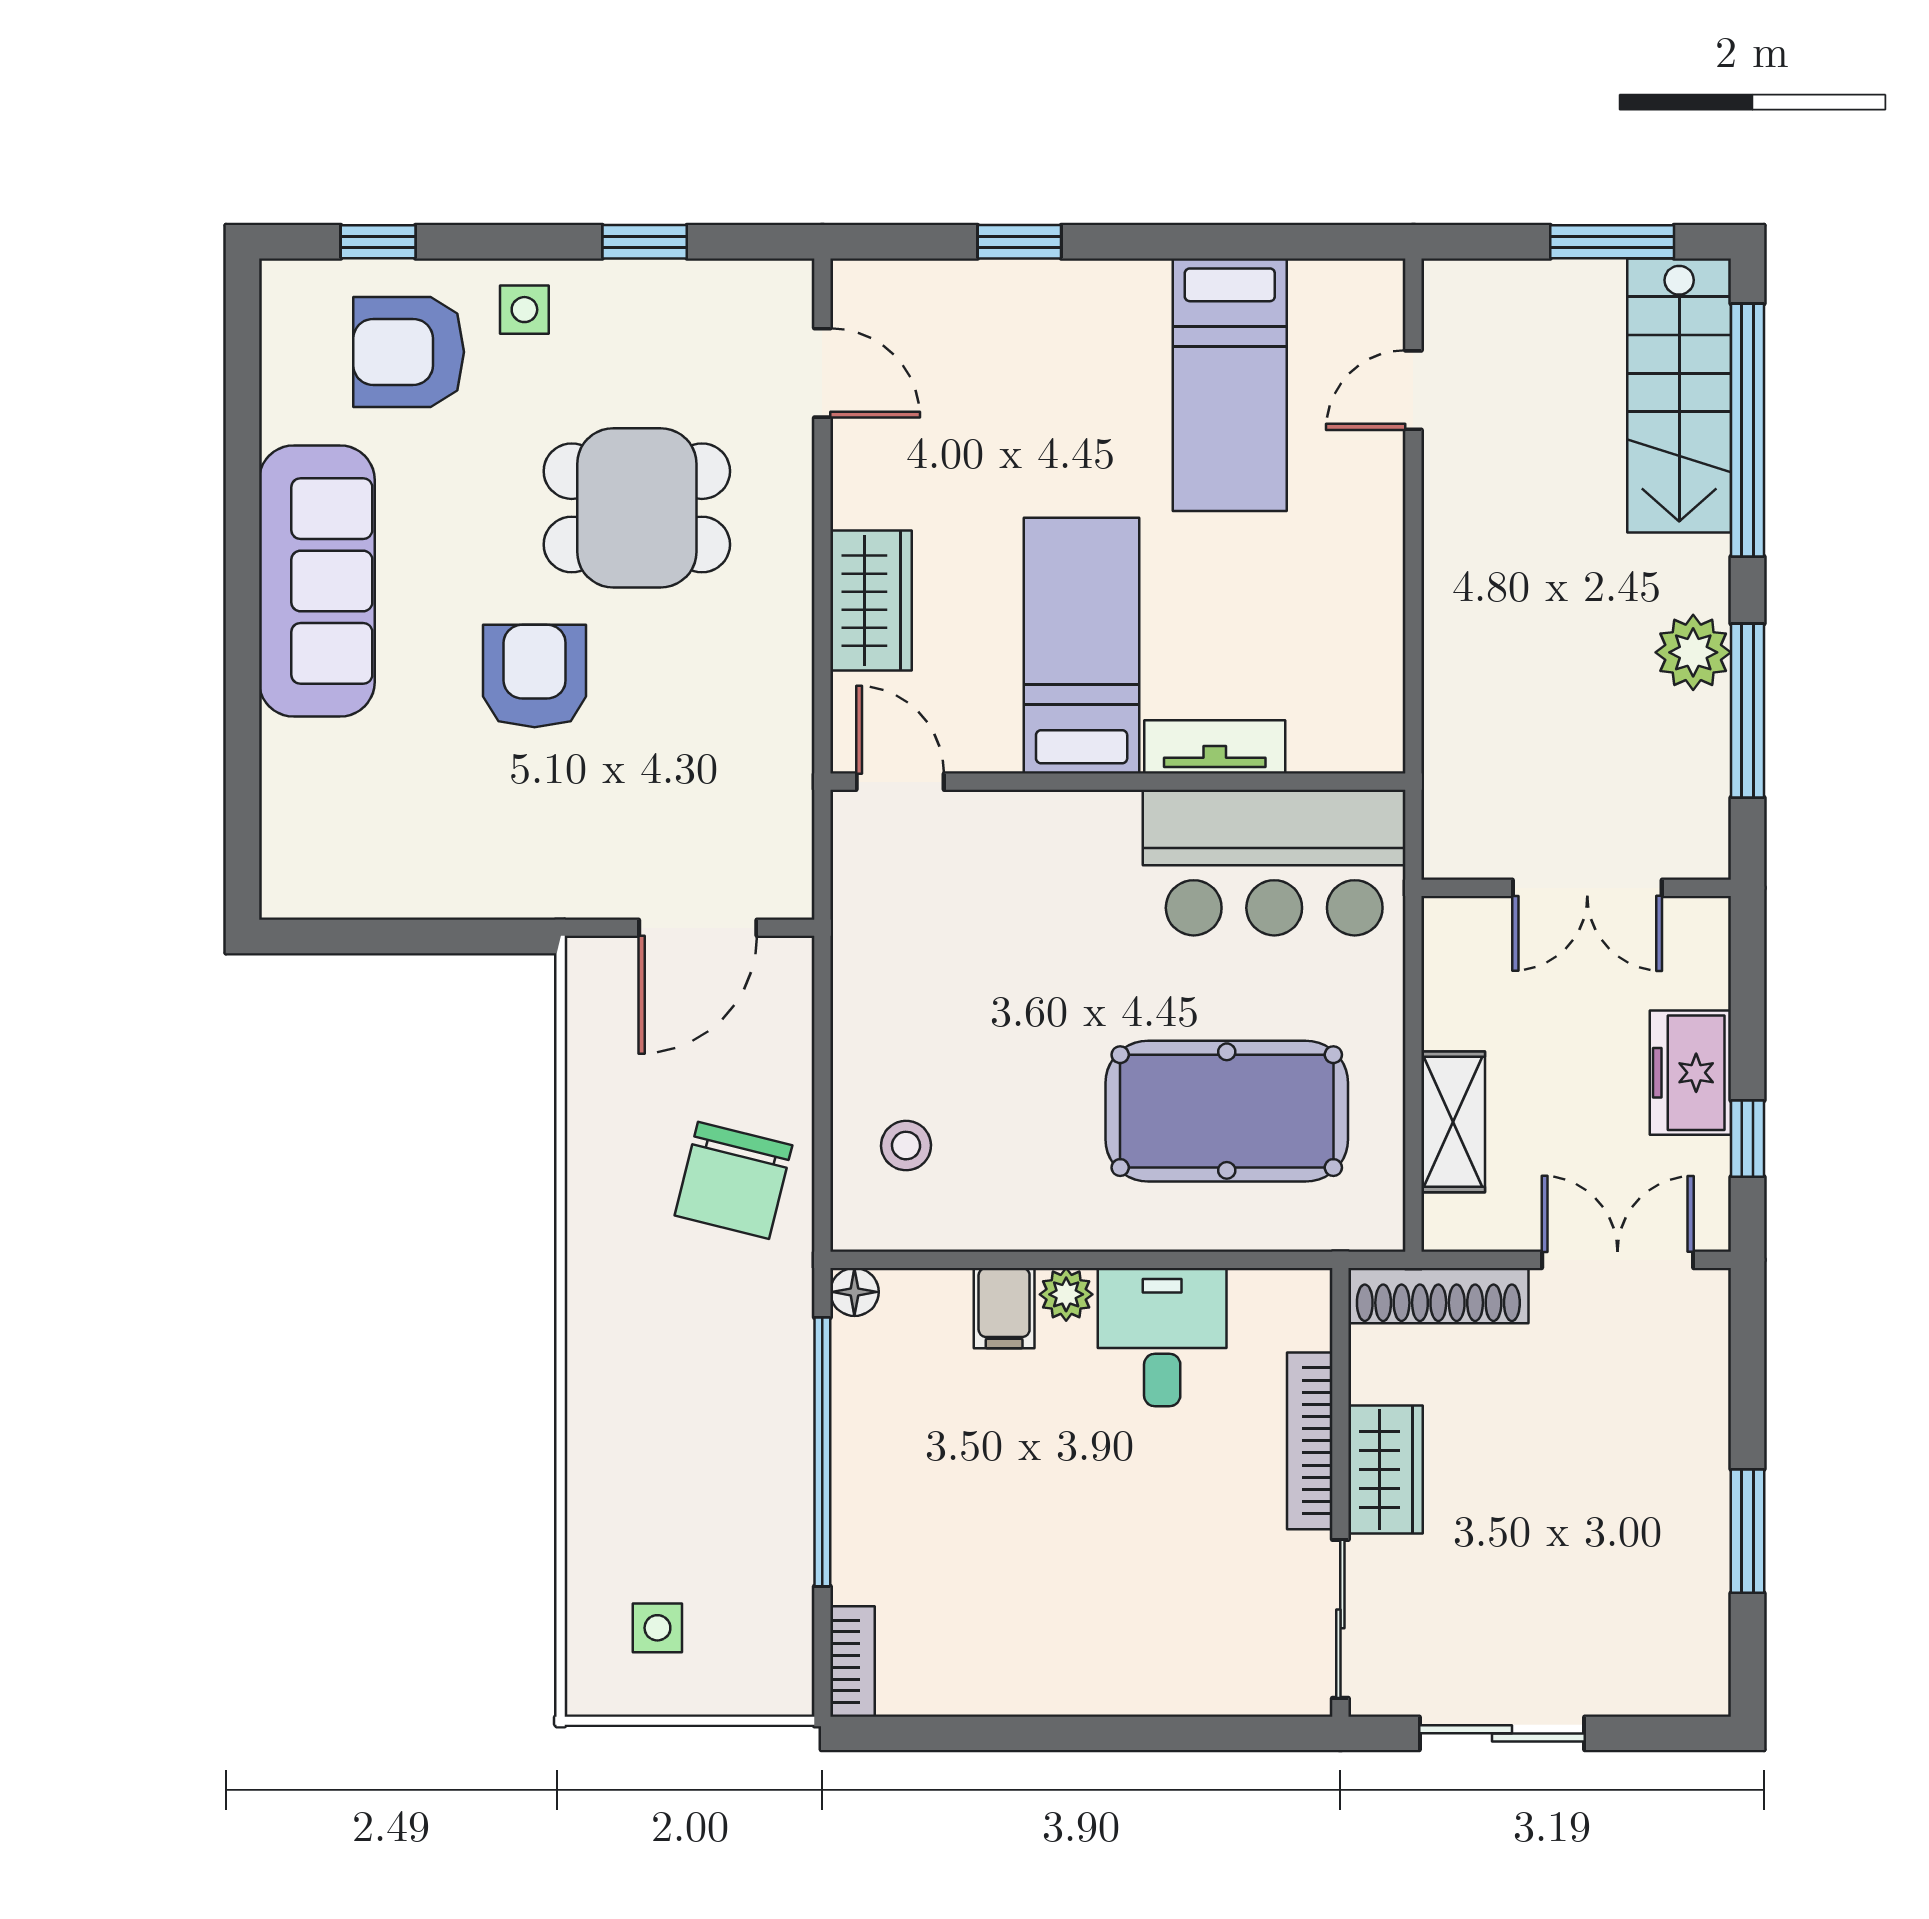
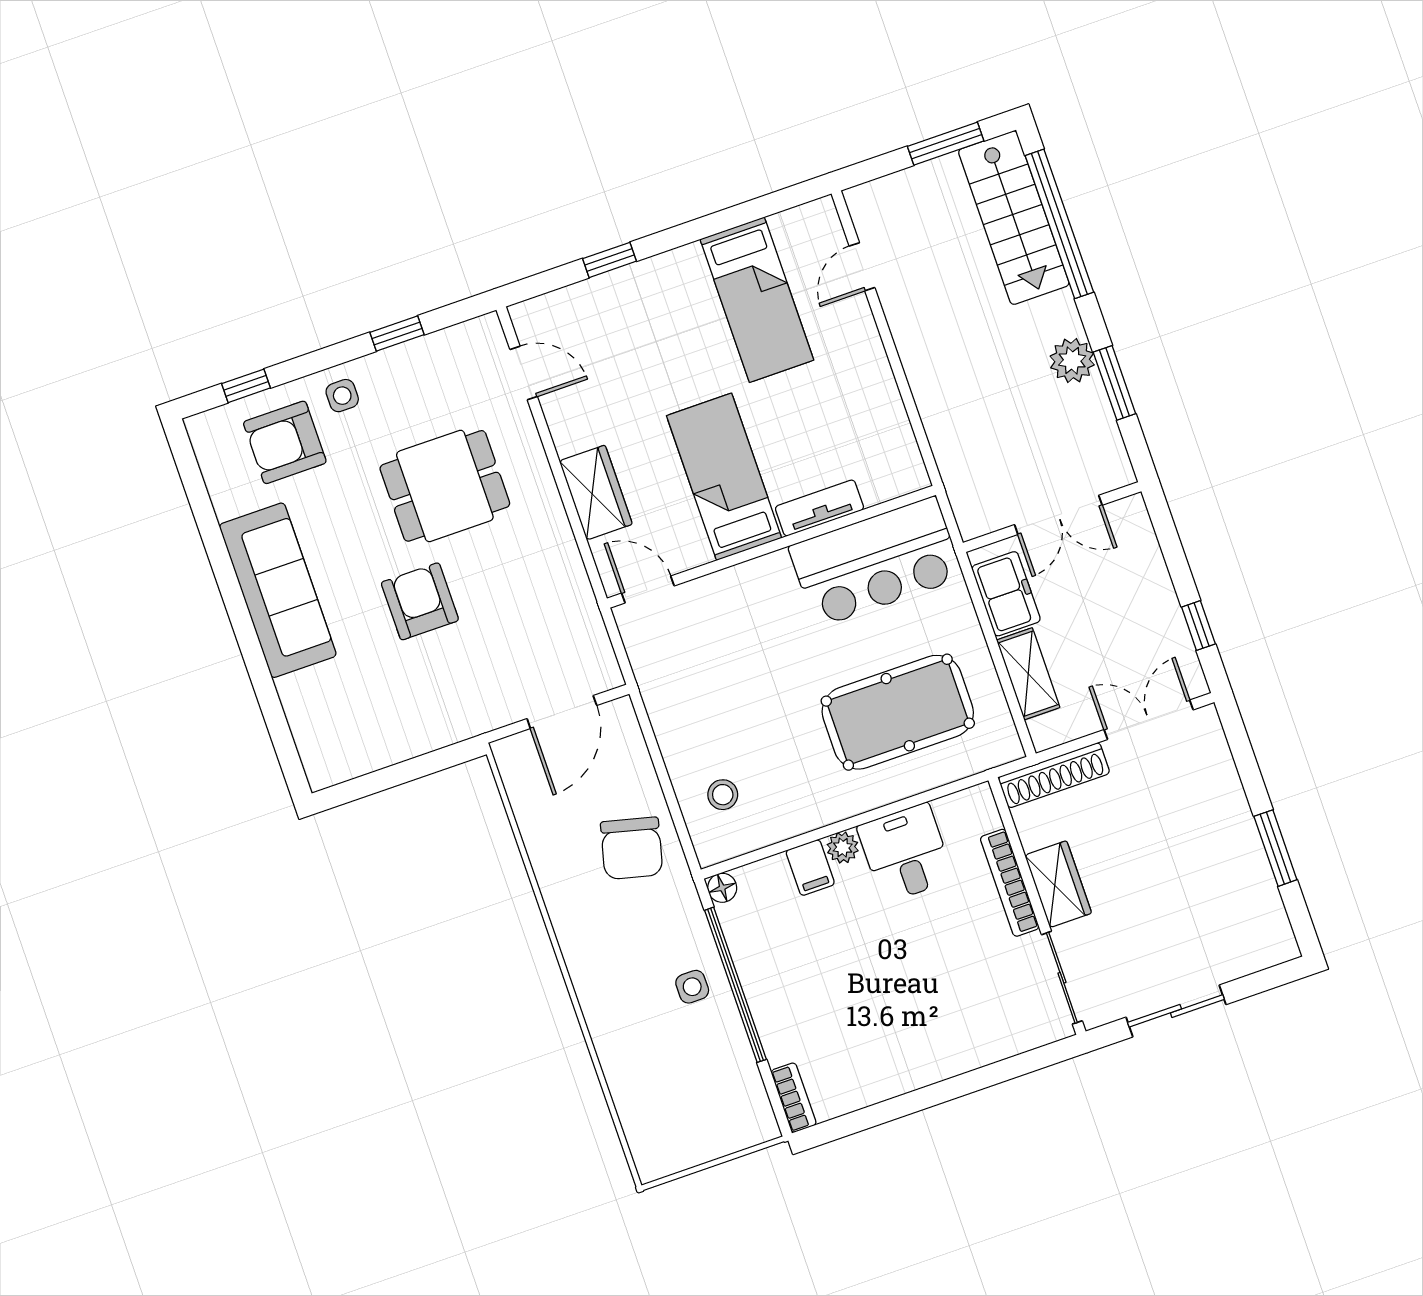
window: (1748, 711) -> (1114, 383), width x0.69
freezer: (1690, 1073) -> (1006, 594), moved, turned 180
side table: (657, 1628) -> (692, 987), moved

